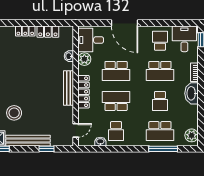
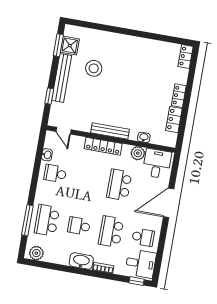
school desk: (116, 101) -> (87, 179), removed

